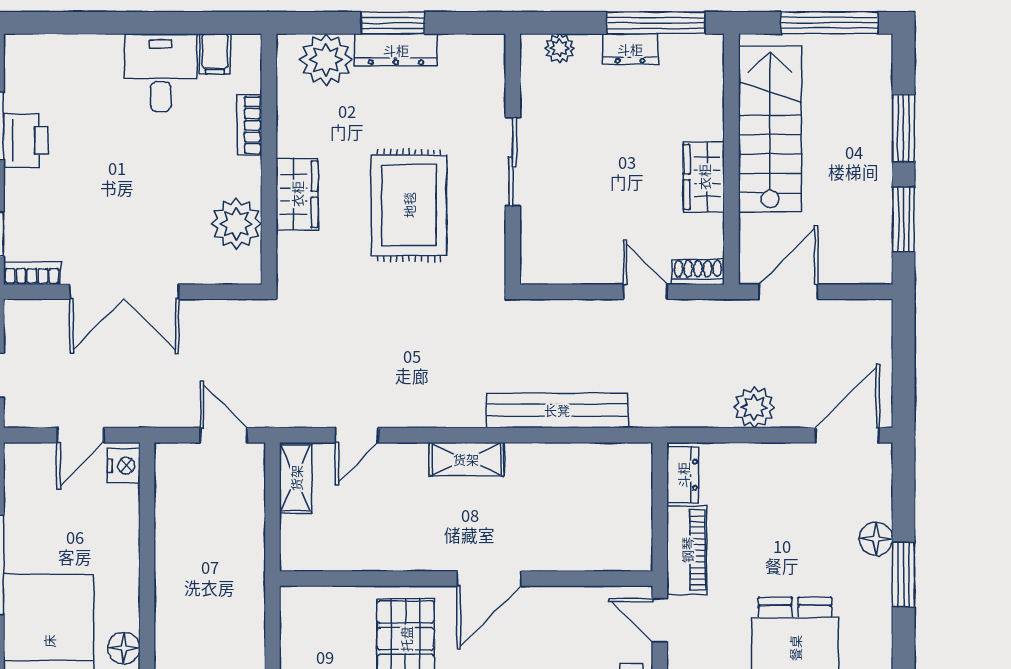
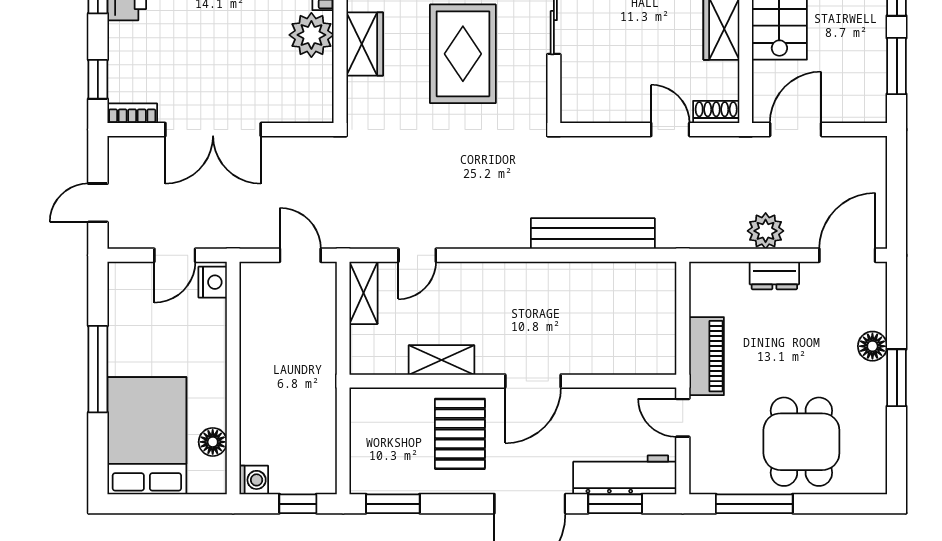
plant: (236, 224) -> (311, 35), moved
shelving: (466, 459) -> (442, 360), moved
dresser: (683, 475) -> (774, 275), moved, turned 90

